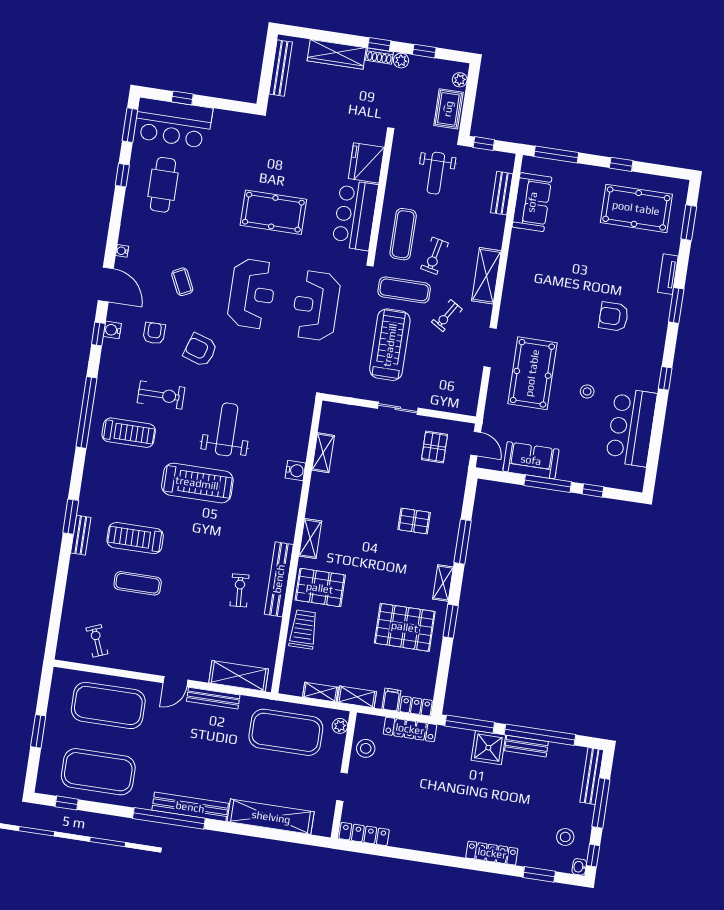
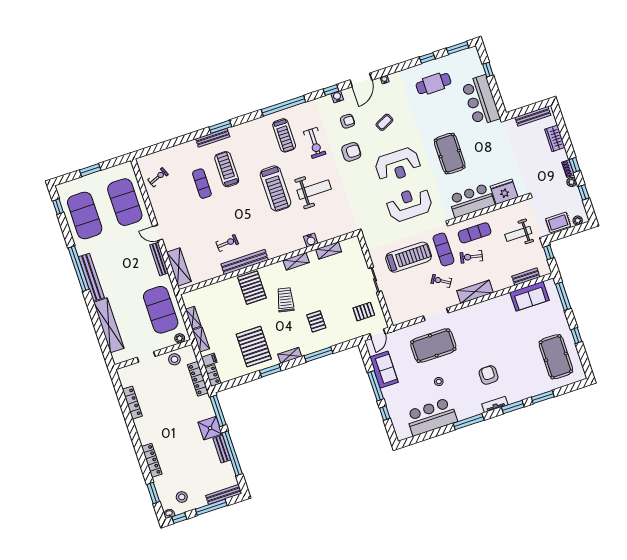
wardrobe: (337, 54) -> (555, 138), width x0.67
bar counter: (173, 123) -> (481, 100), moved
window: (689, 223) -> (543, 397), moved
tv unit: (668, 274) -> (495, 404), moved
armchair: (200, 350) -> (351, 152), turned 72
window: (665, 378) -> (469, 422), width x2.17
bench: (81, 535) -> (213, 138), width x1.36
shelving: (310, 539) -> (296, 261), moved
trolley: (303, 629) -> (285, 300), moved, turned -78
locker: (364, 834) -> (132, 403), moved

